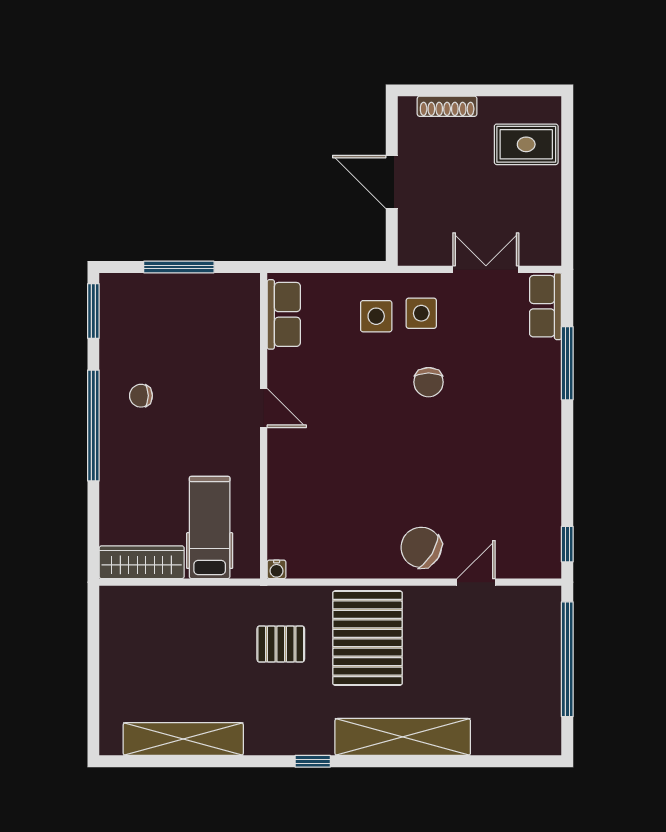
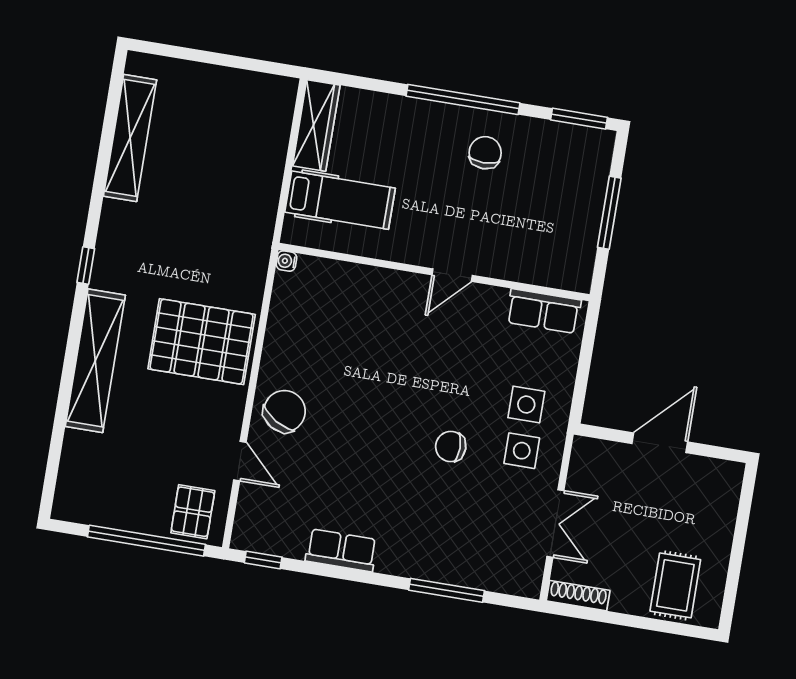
shoe rack: (447, 106) -> (578, 596), moved, turned 90
row of seats: (546, 306) -> (341, 550), moved
chair: (141, 396) -> (485, 153), width x1.37, depth x1.37
pallet: (281, 644) -> (193, 512), moved

